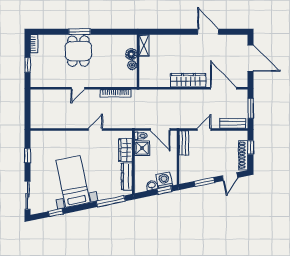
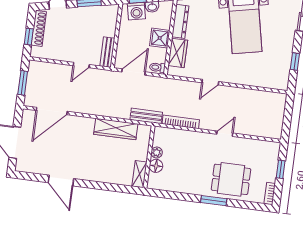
dining table: (78, 51) -> (231, 179), moved, turned 90
wardrobe: (188, 80) -> (116, 129), moved
door: (224, 88) -> (52, 111), hinge flipped
bench: (233, 123) -> (146, 116), moved
door: (160, 129) -> (133, 72), hinge flipped
shower: (142, 148) -> (160, 38), moved

